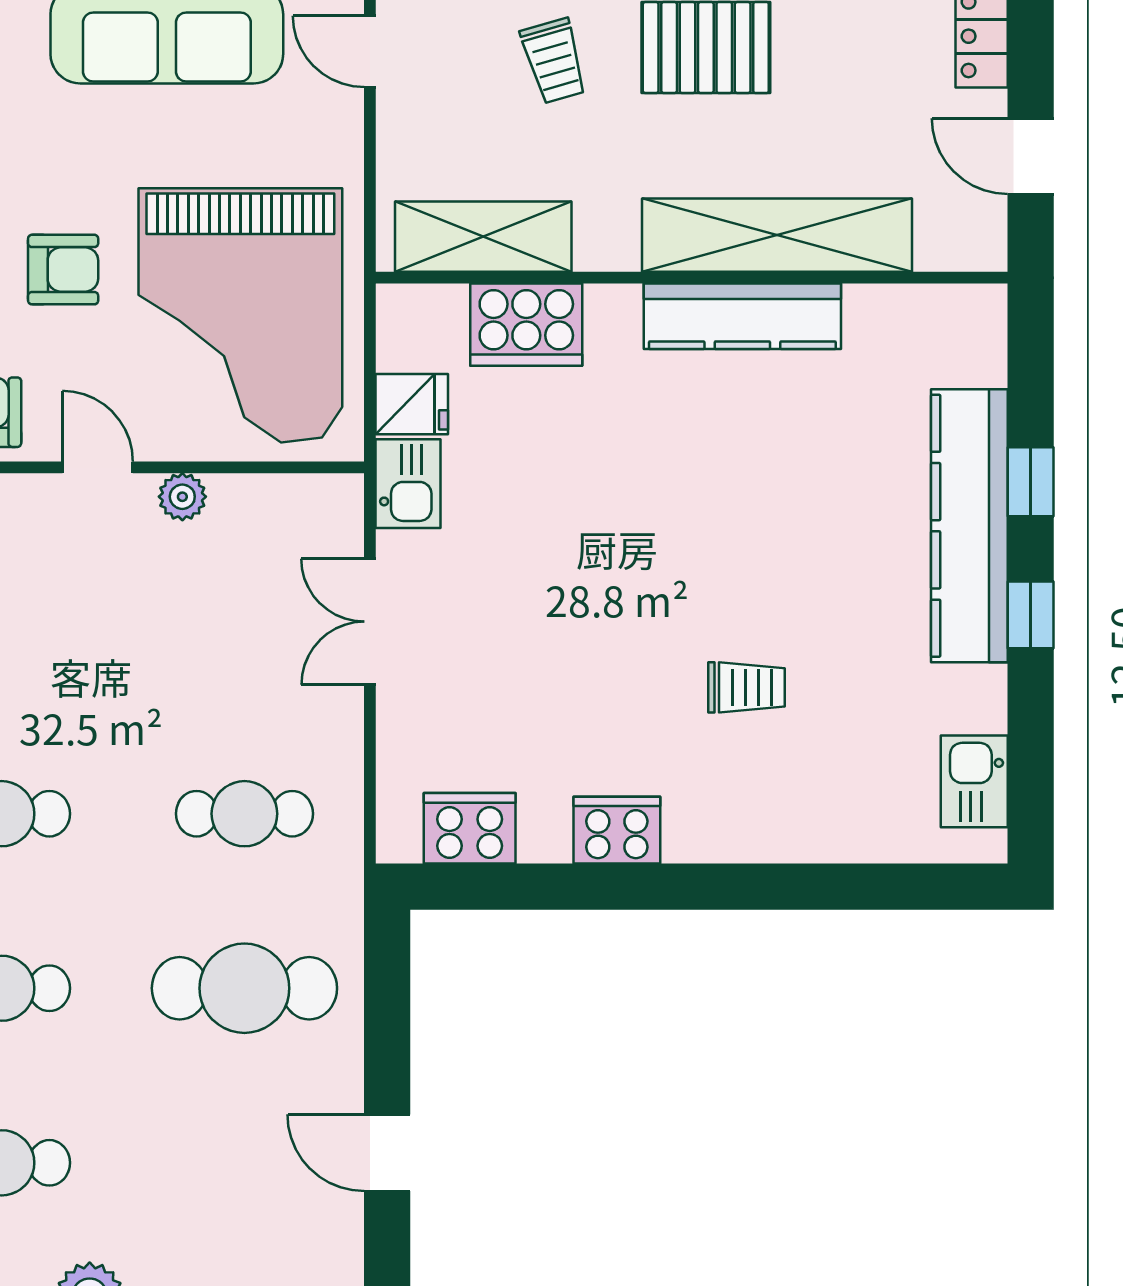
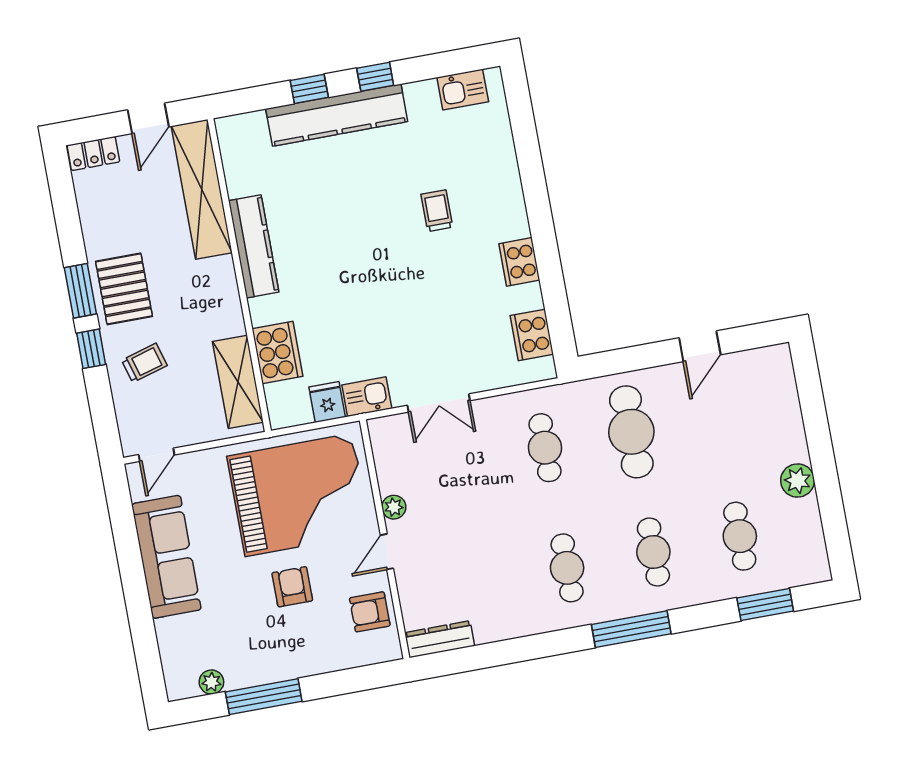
shelving: (777, 235) -> (202, 189), moved

